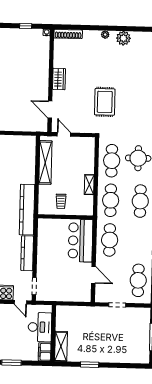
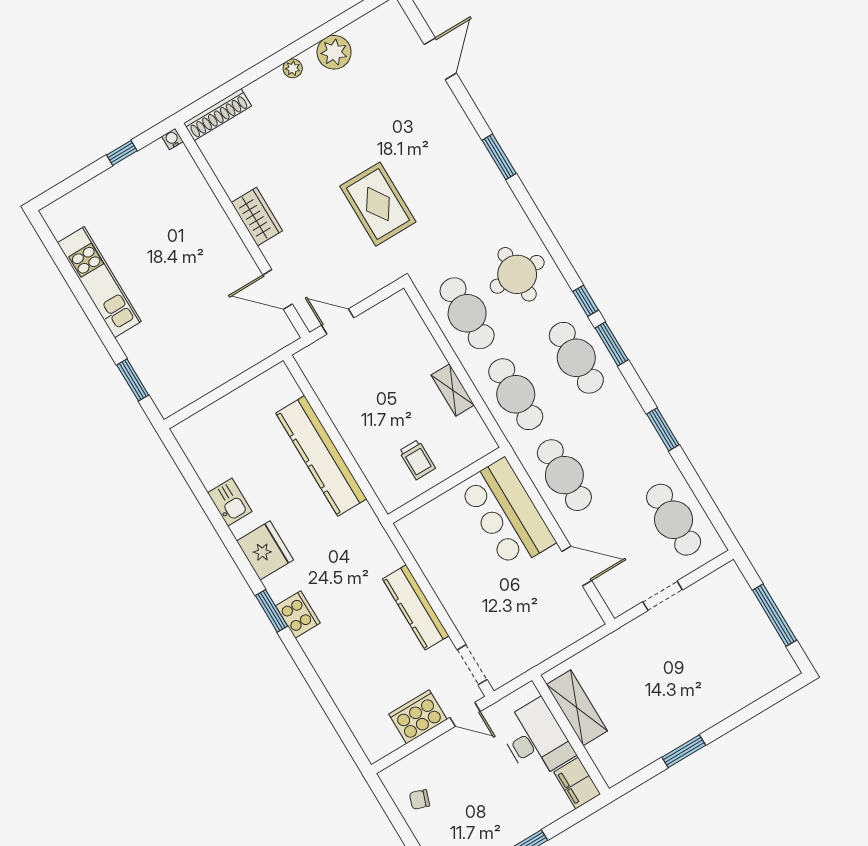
shelving: (45, 162) -> (336, 402), removed
kitchen counter: (27, 210) -> (321, 456), moved
shelving: (61, 346) -> (577, 708), moved

